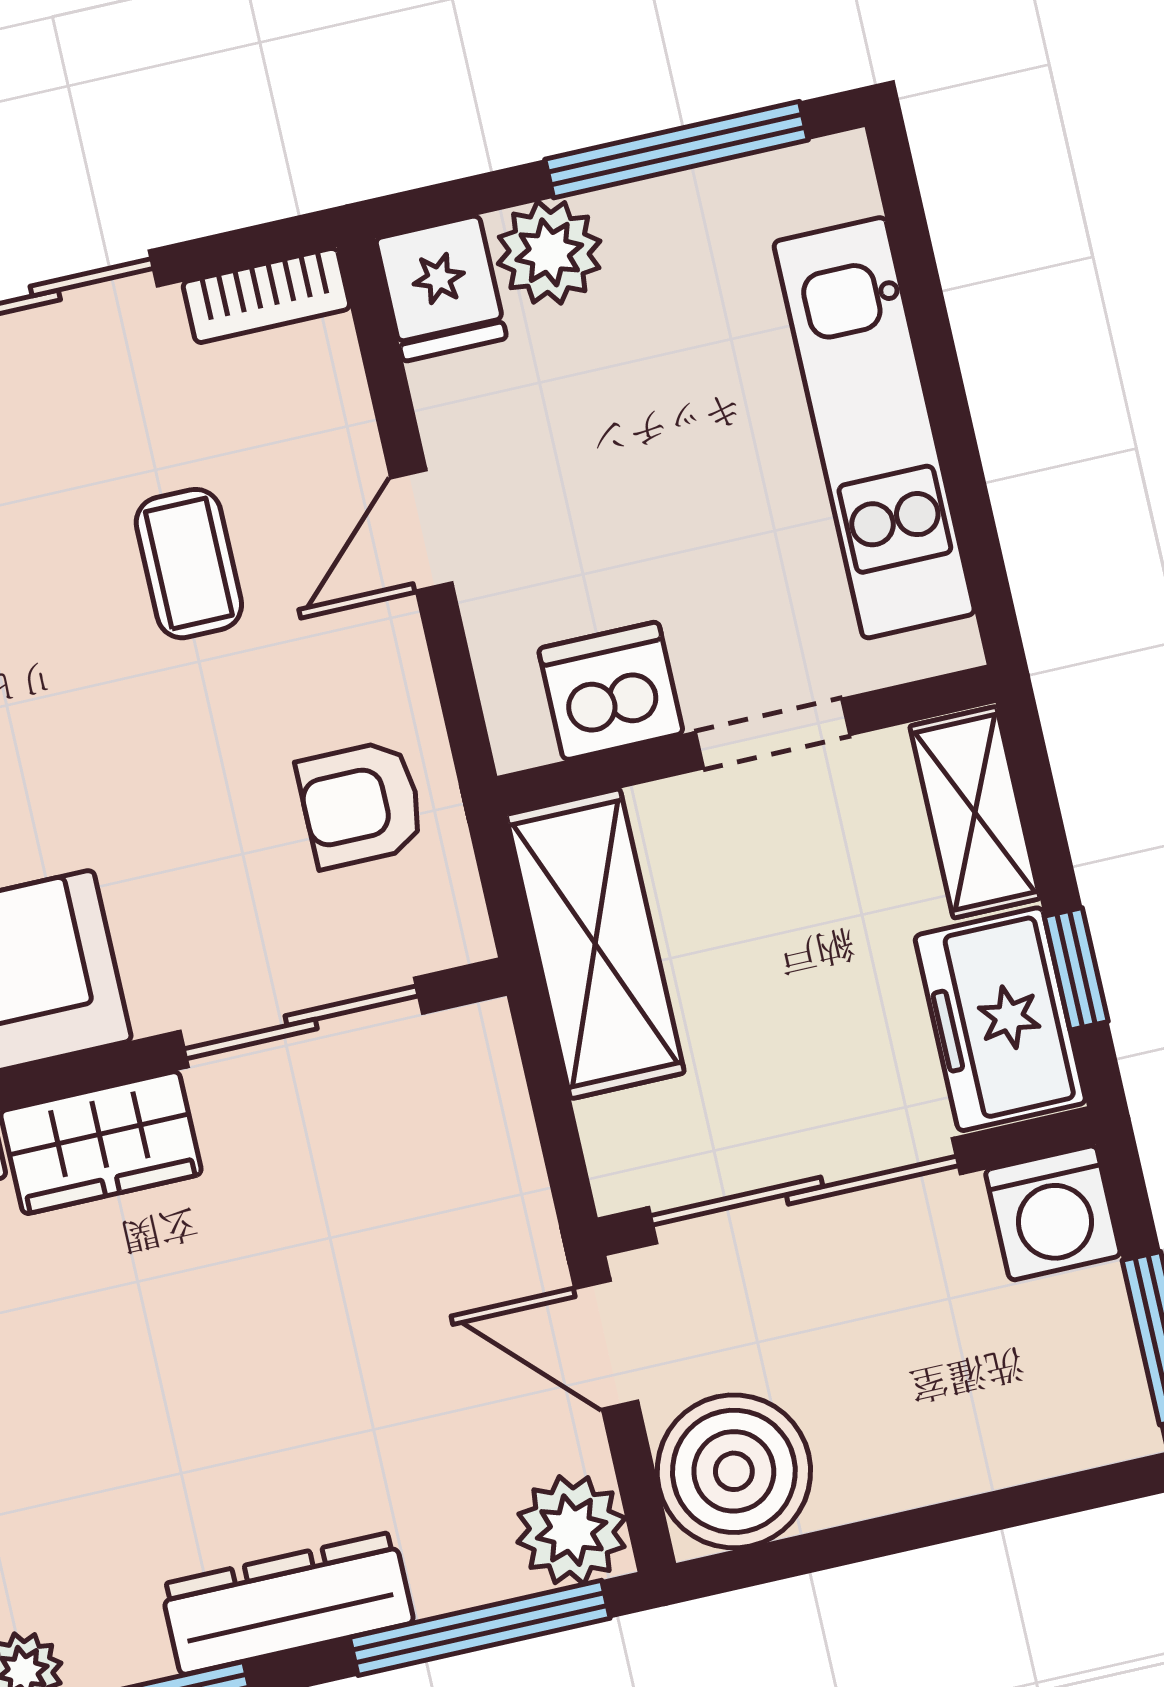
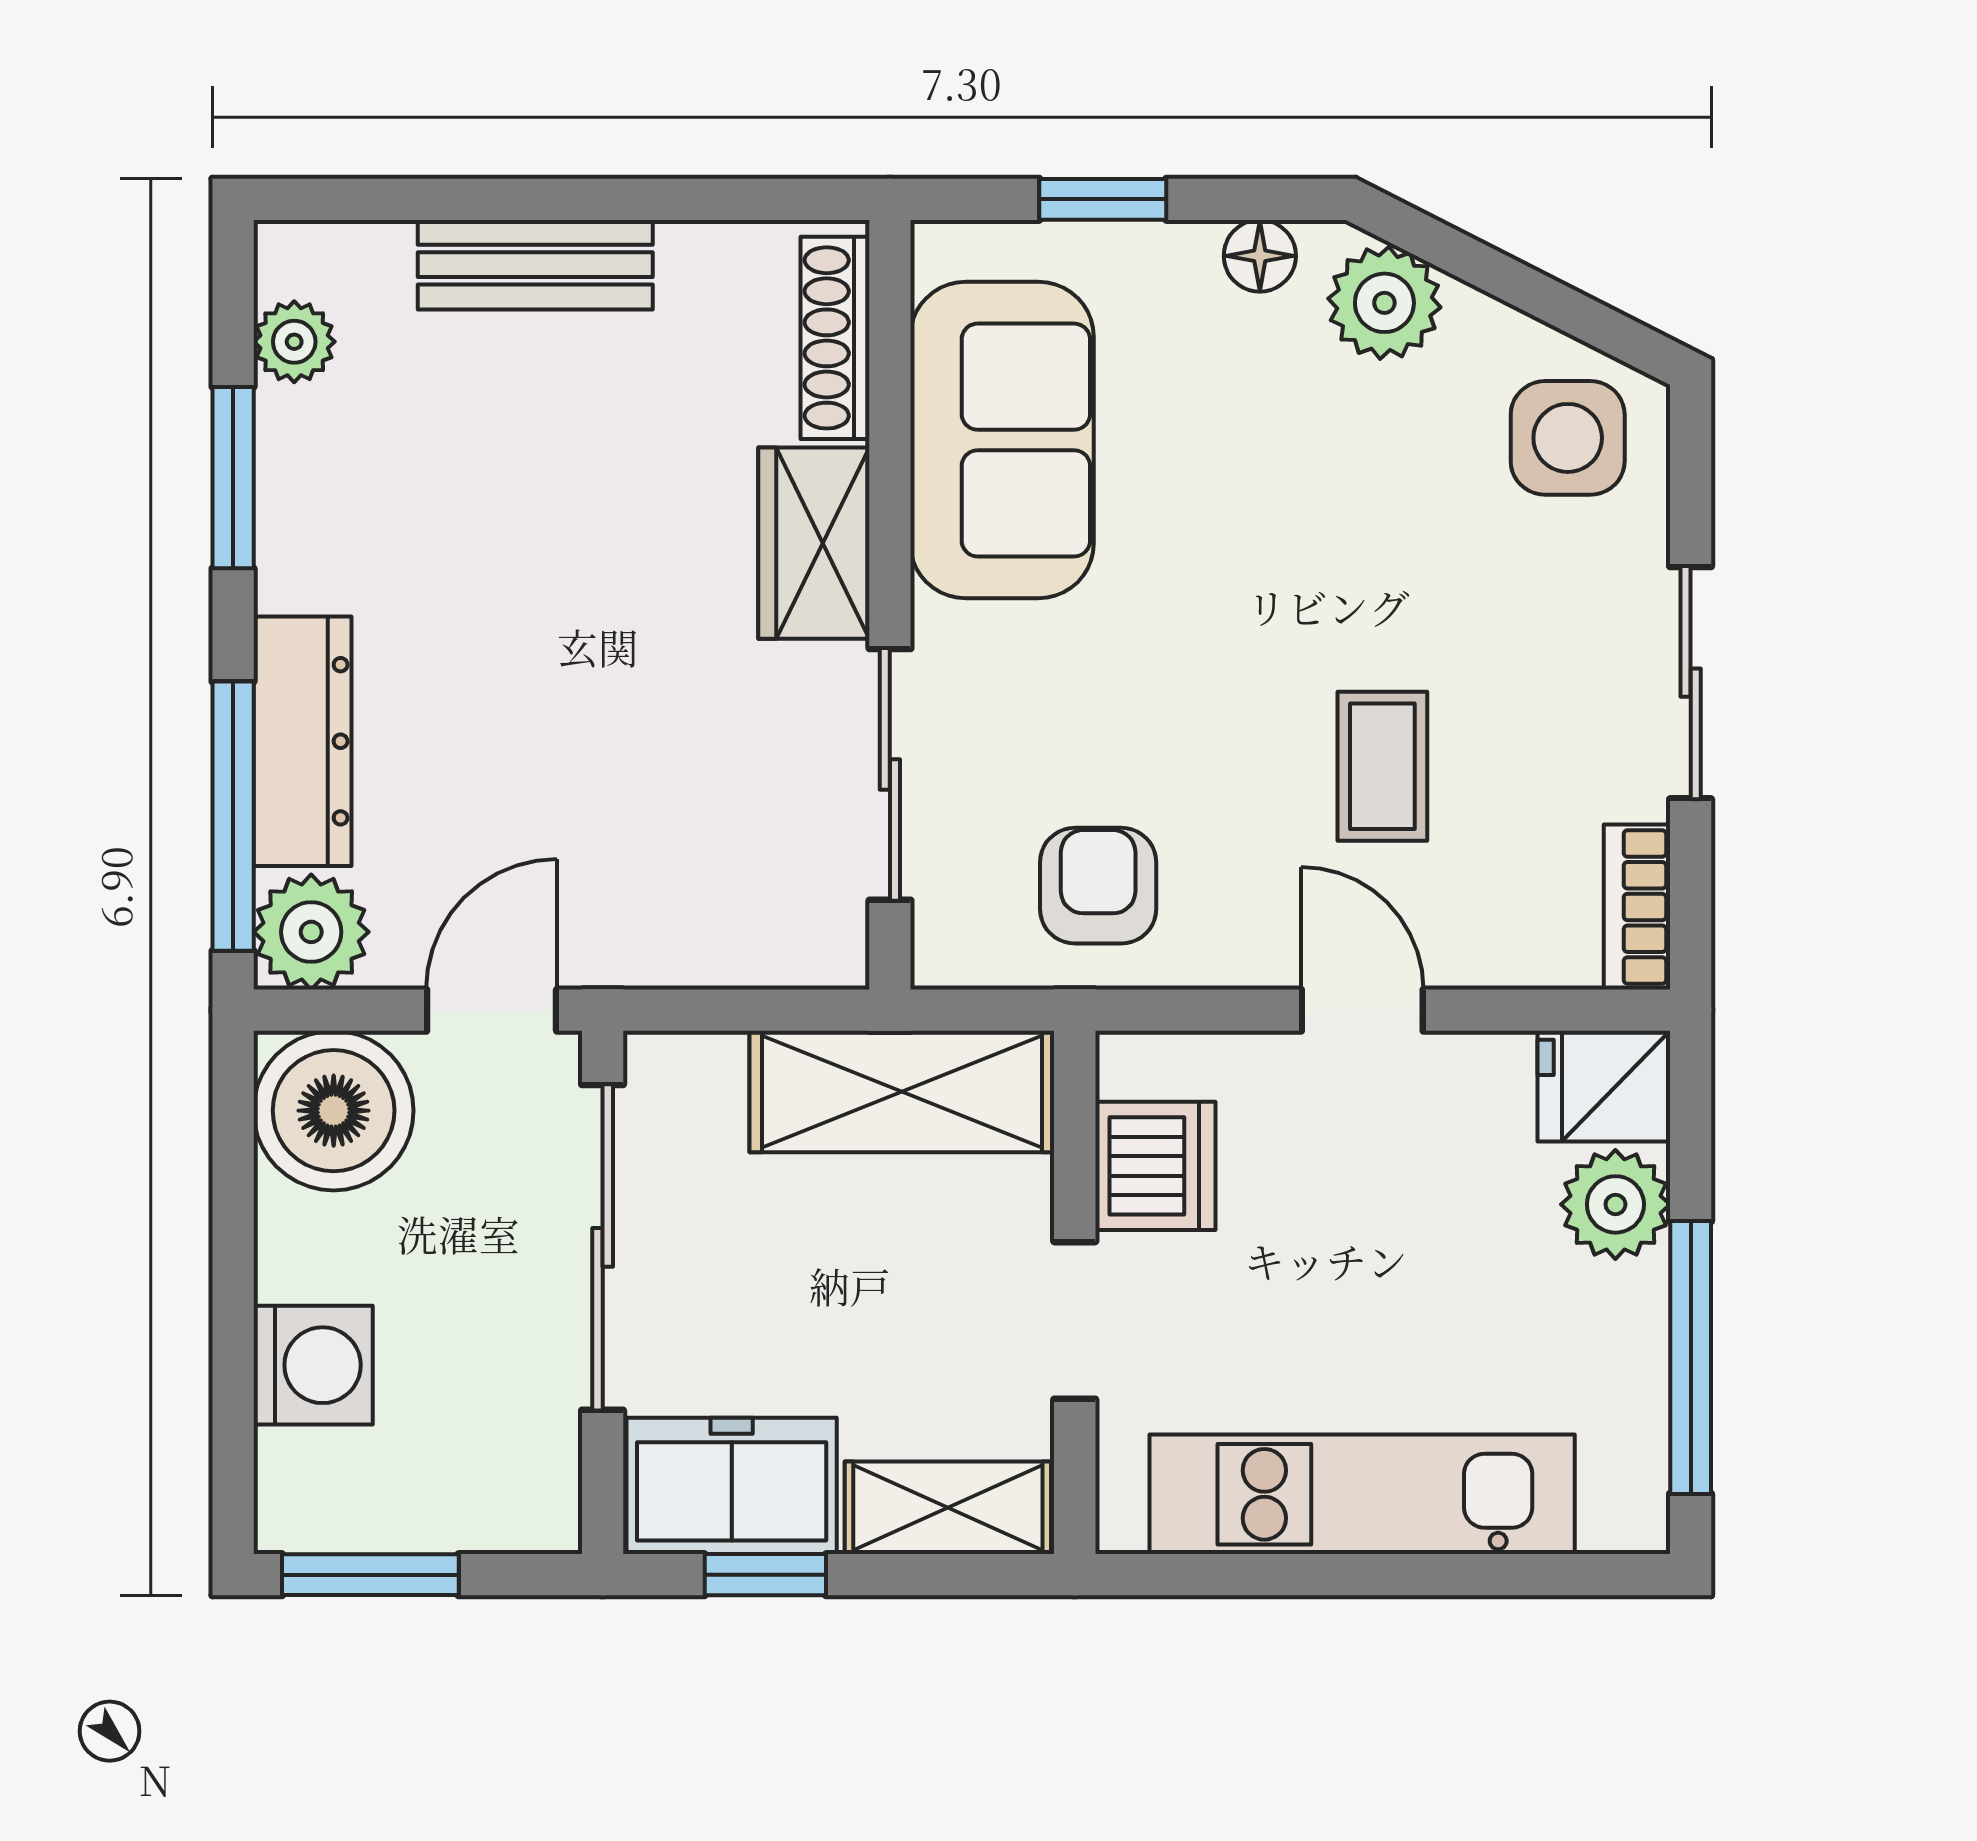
coffee table: (189, 564) -> (1382, 766), turned 90
washing machine: (1053, 1213) -> (313, 1365), moved, turned 180
dresser: (287, 1603) -> (302, 741), moved

